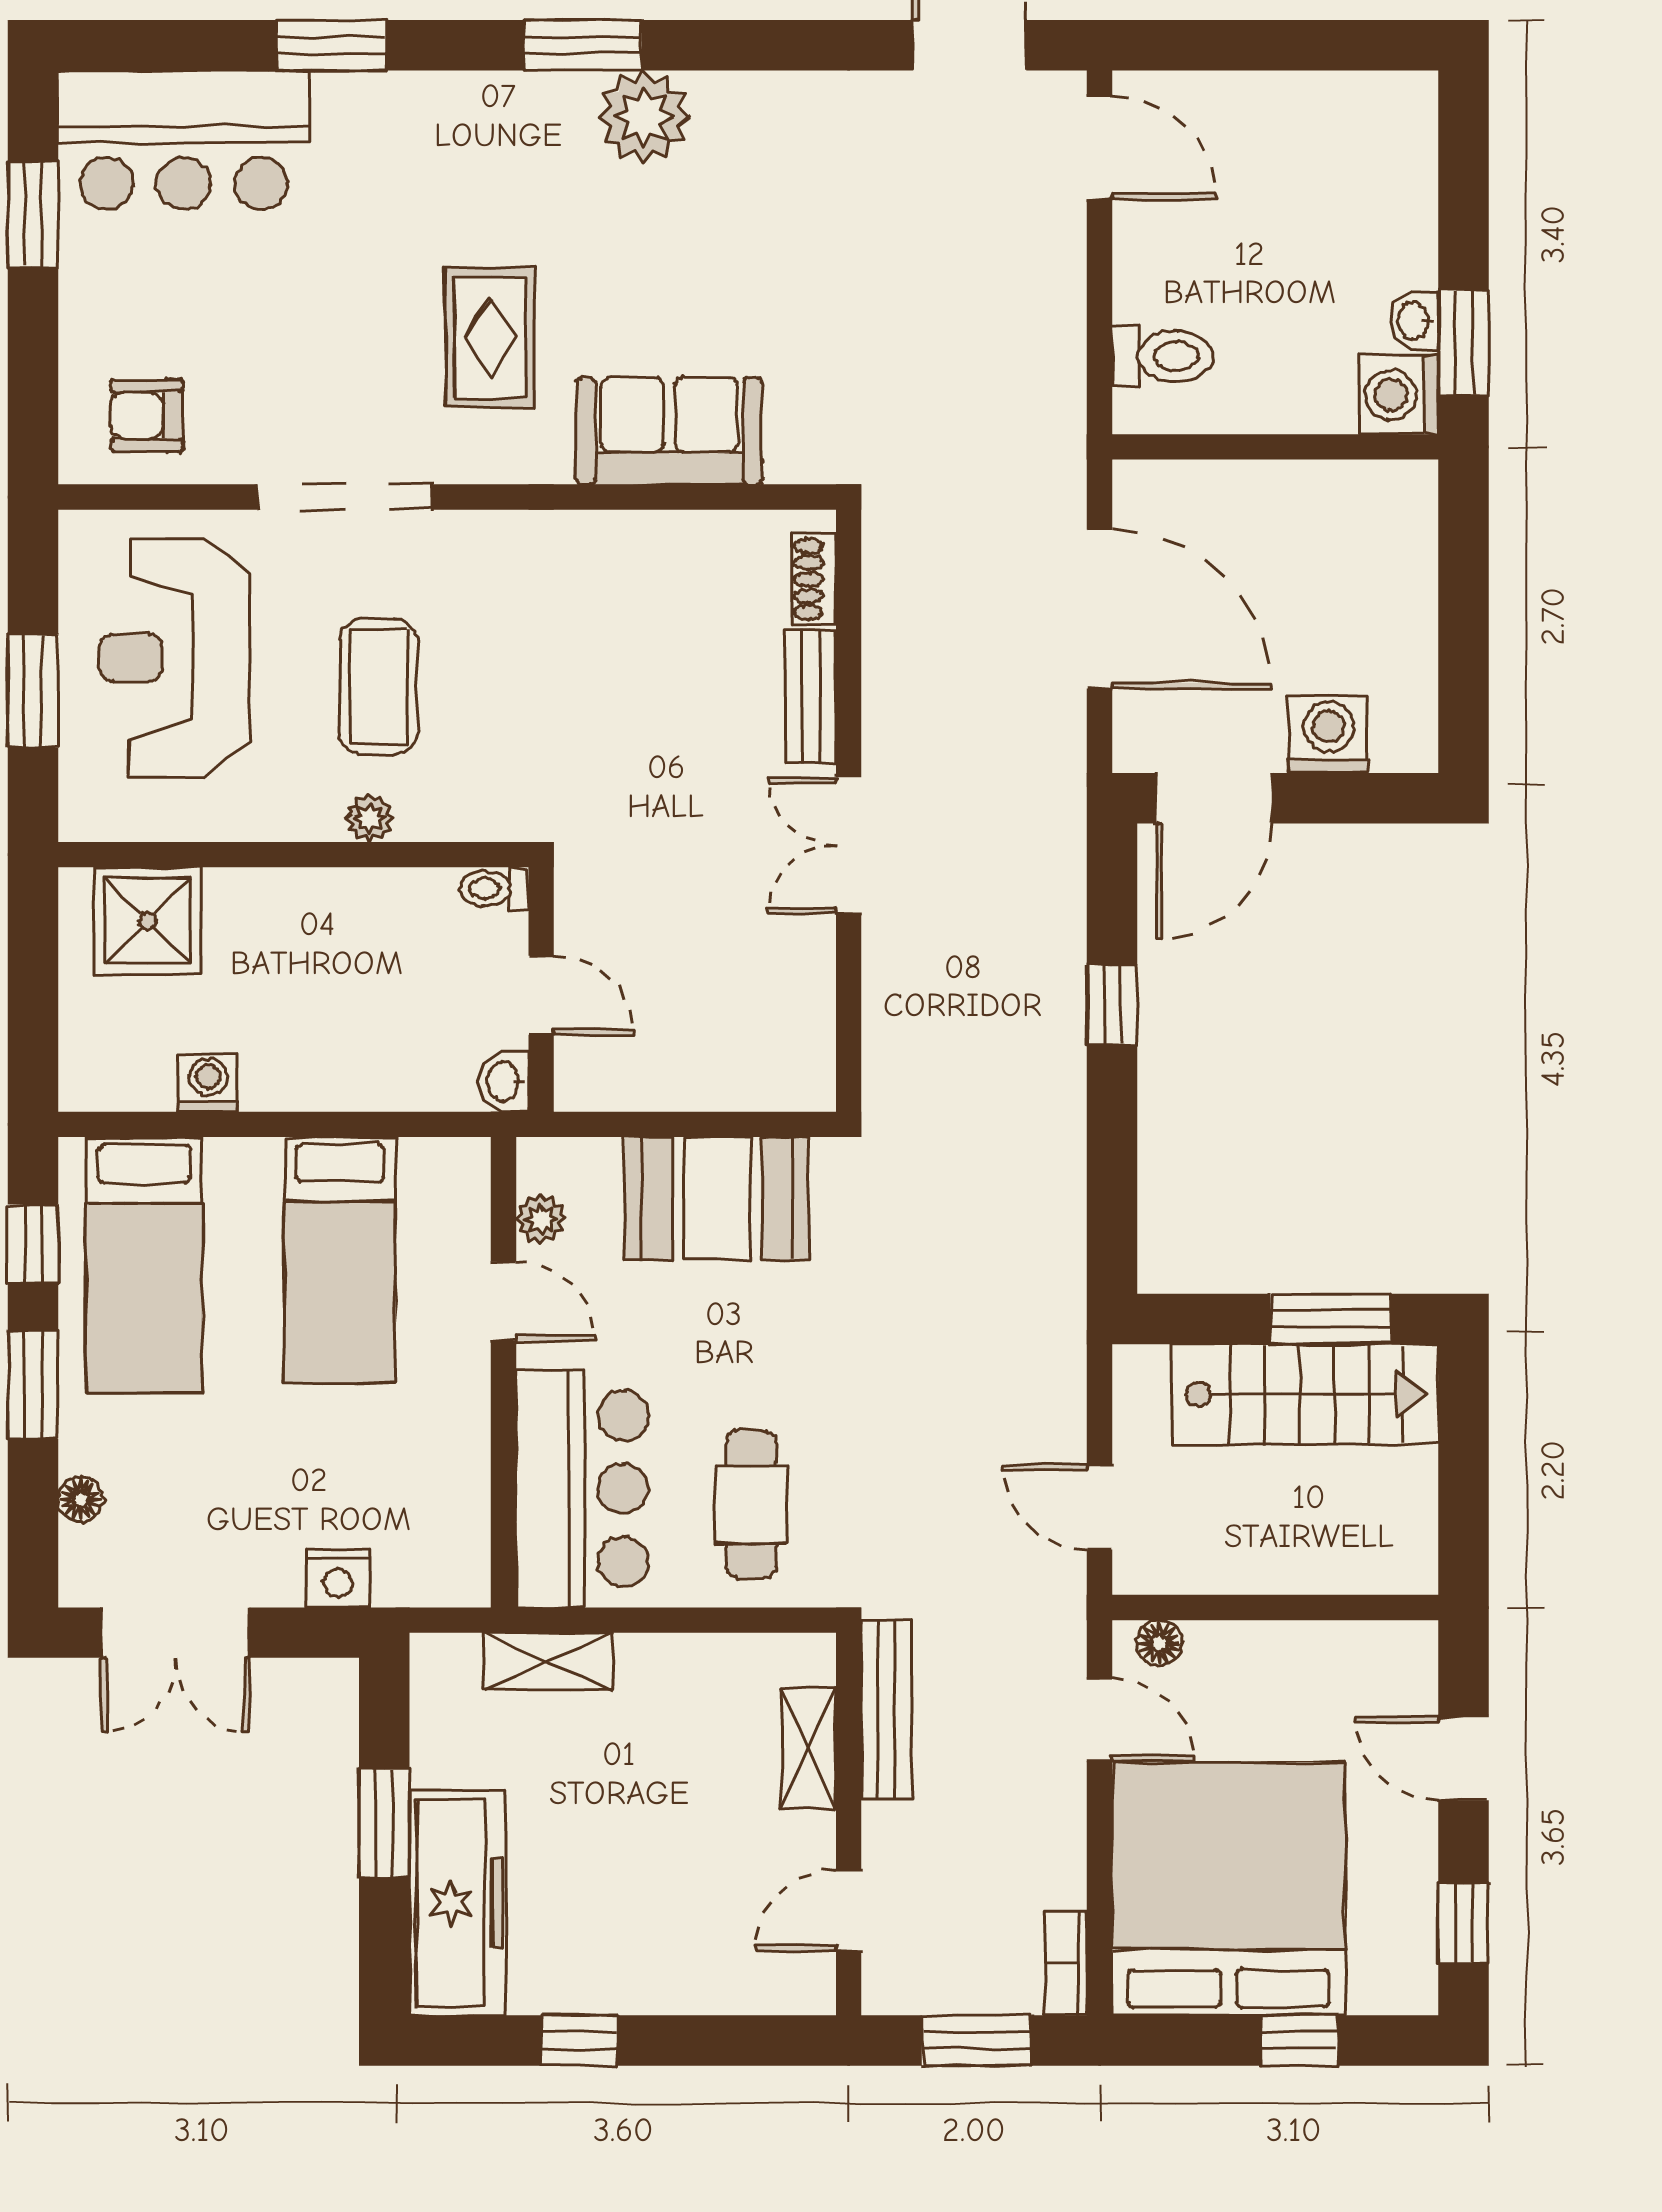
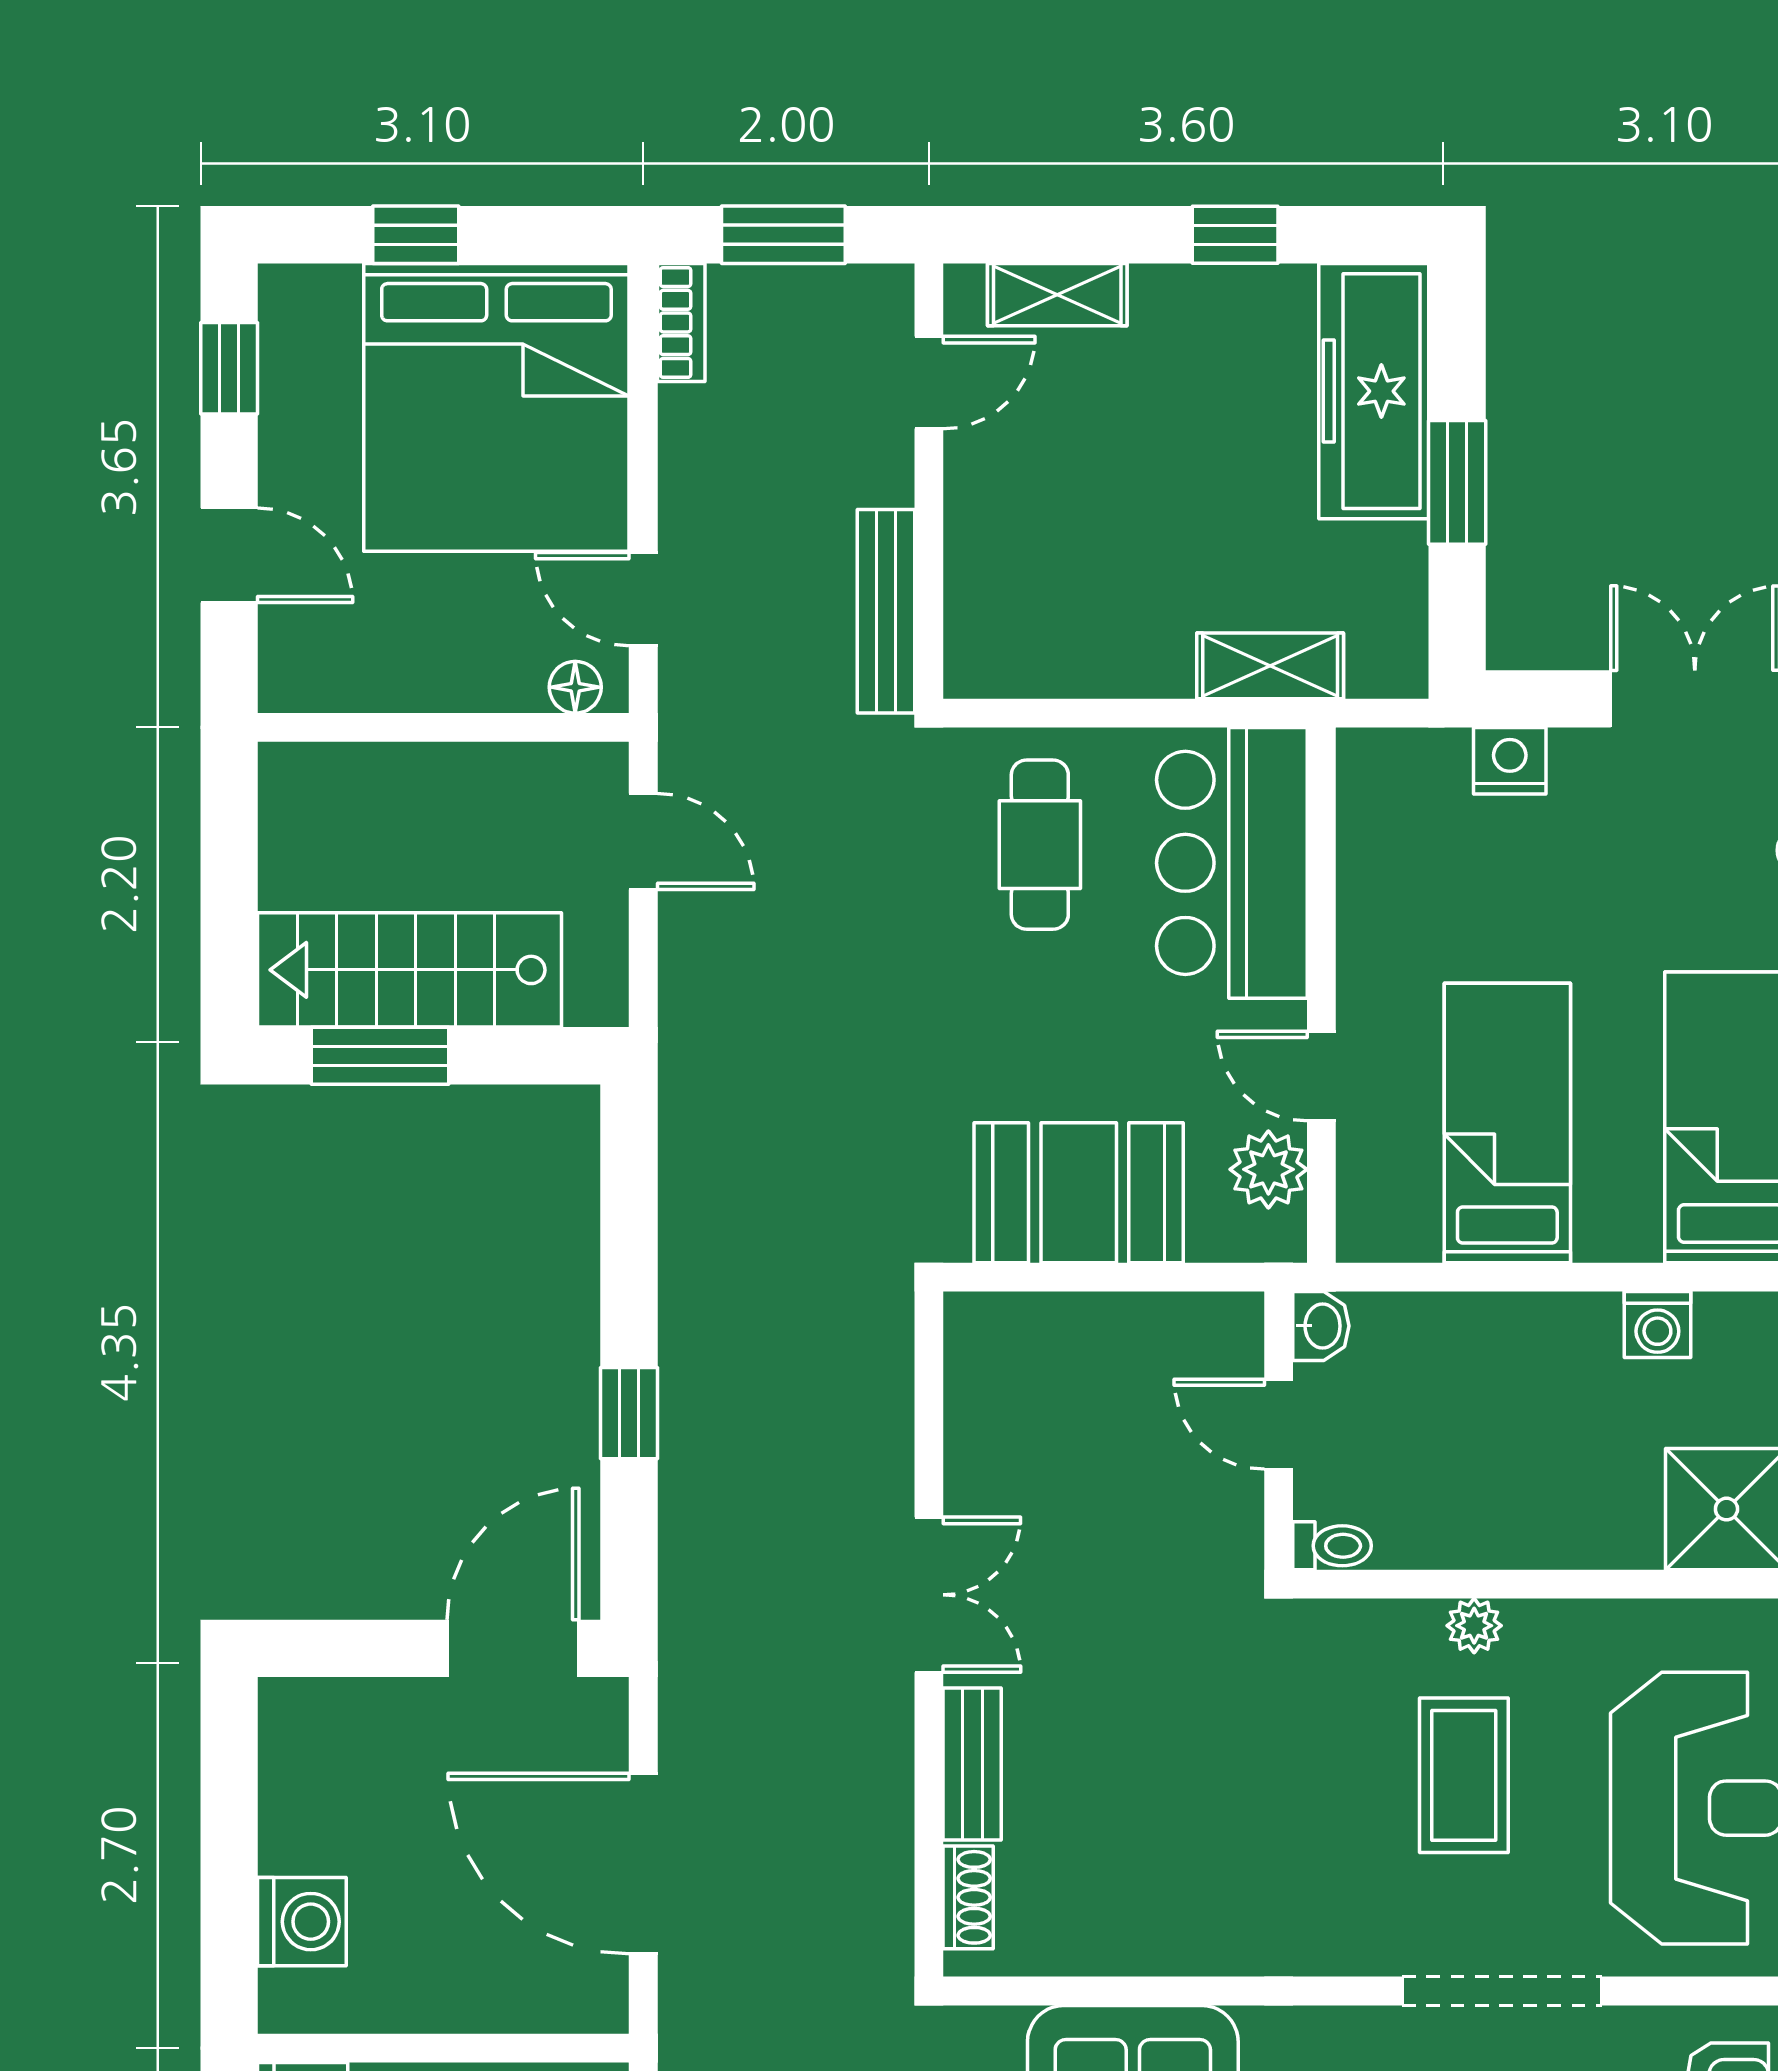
washing machine: (1329, 734) -> (302, 1922), moved, turned -90
plant: (541, 1219) -> (1268, 1169), width x1.38, depth x1.38
shelving: (809, 1748) -> (1057, 295), moved, turned 90

